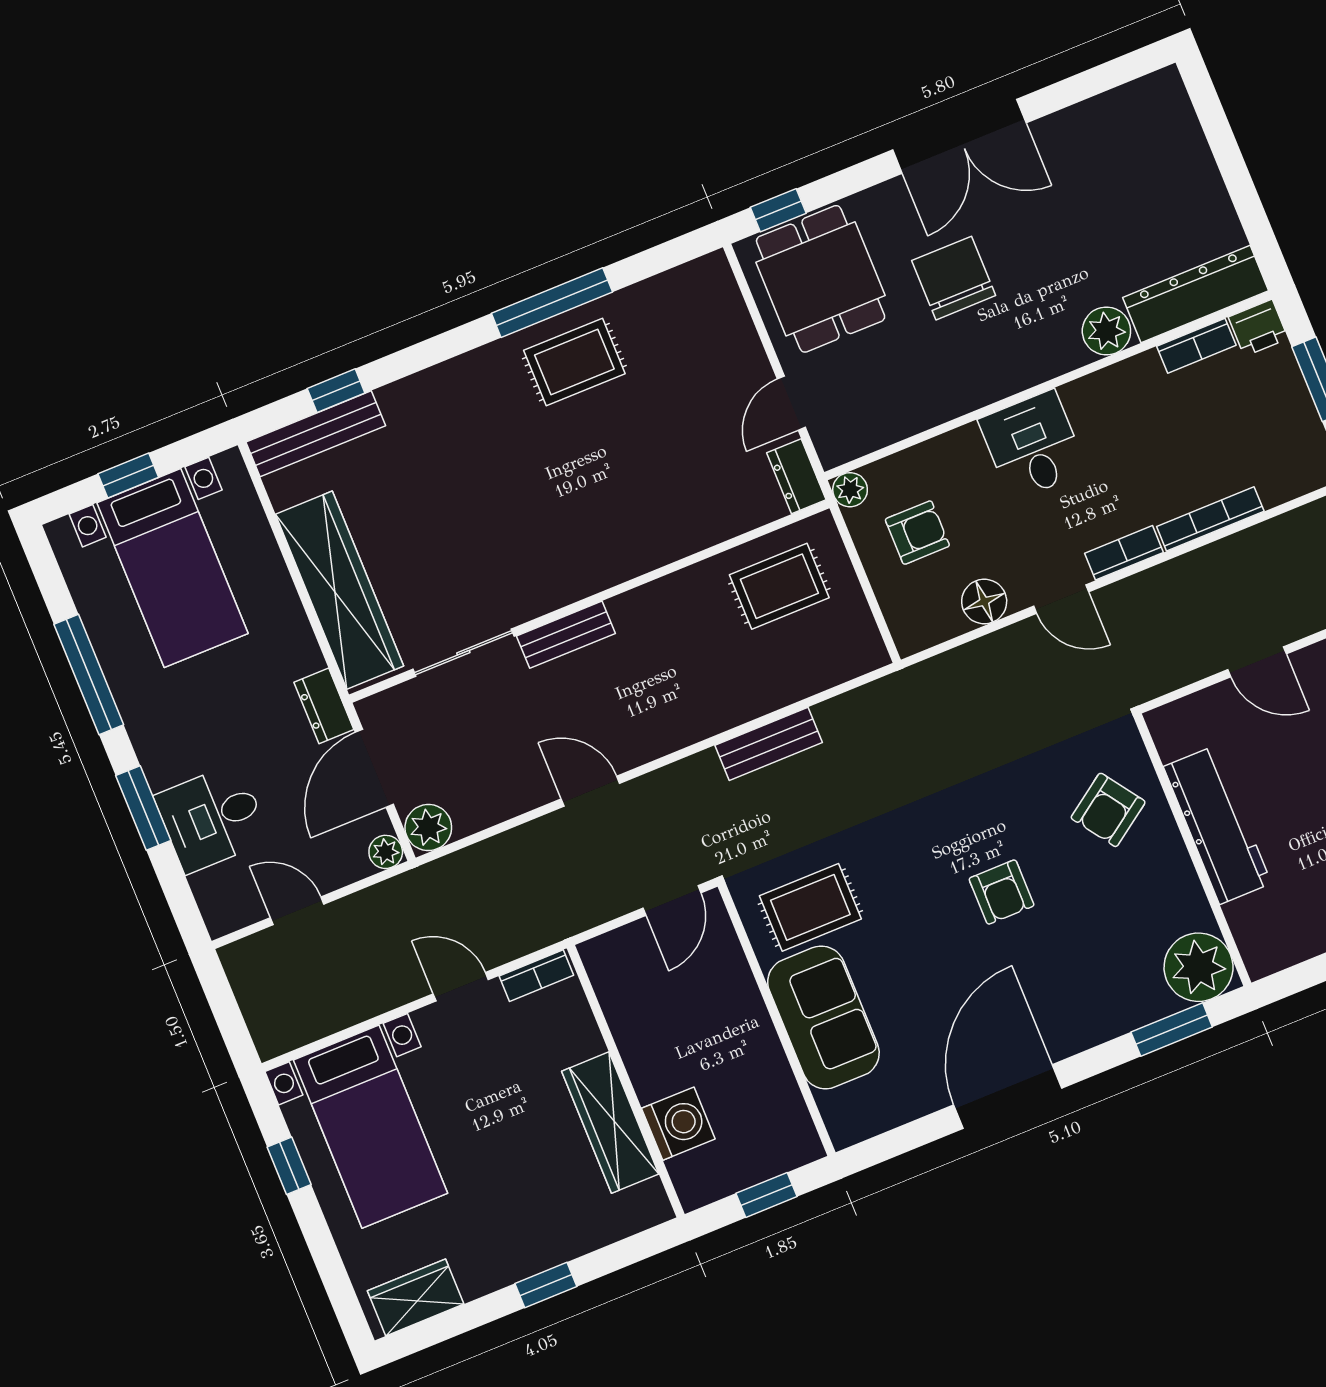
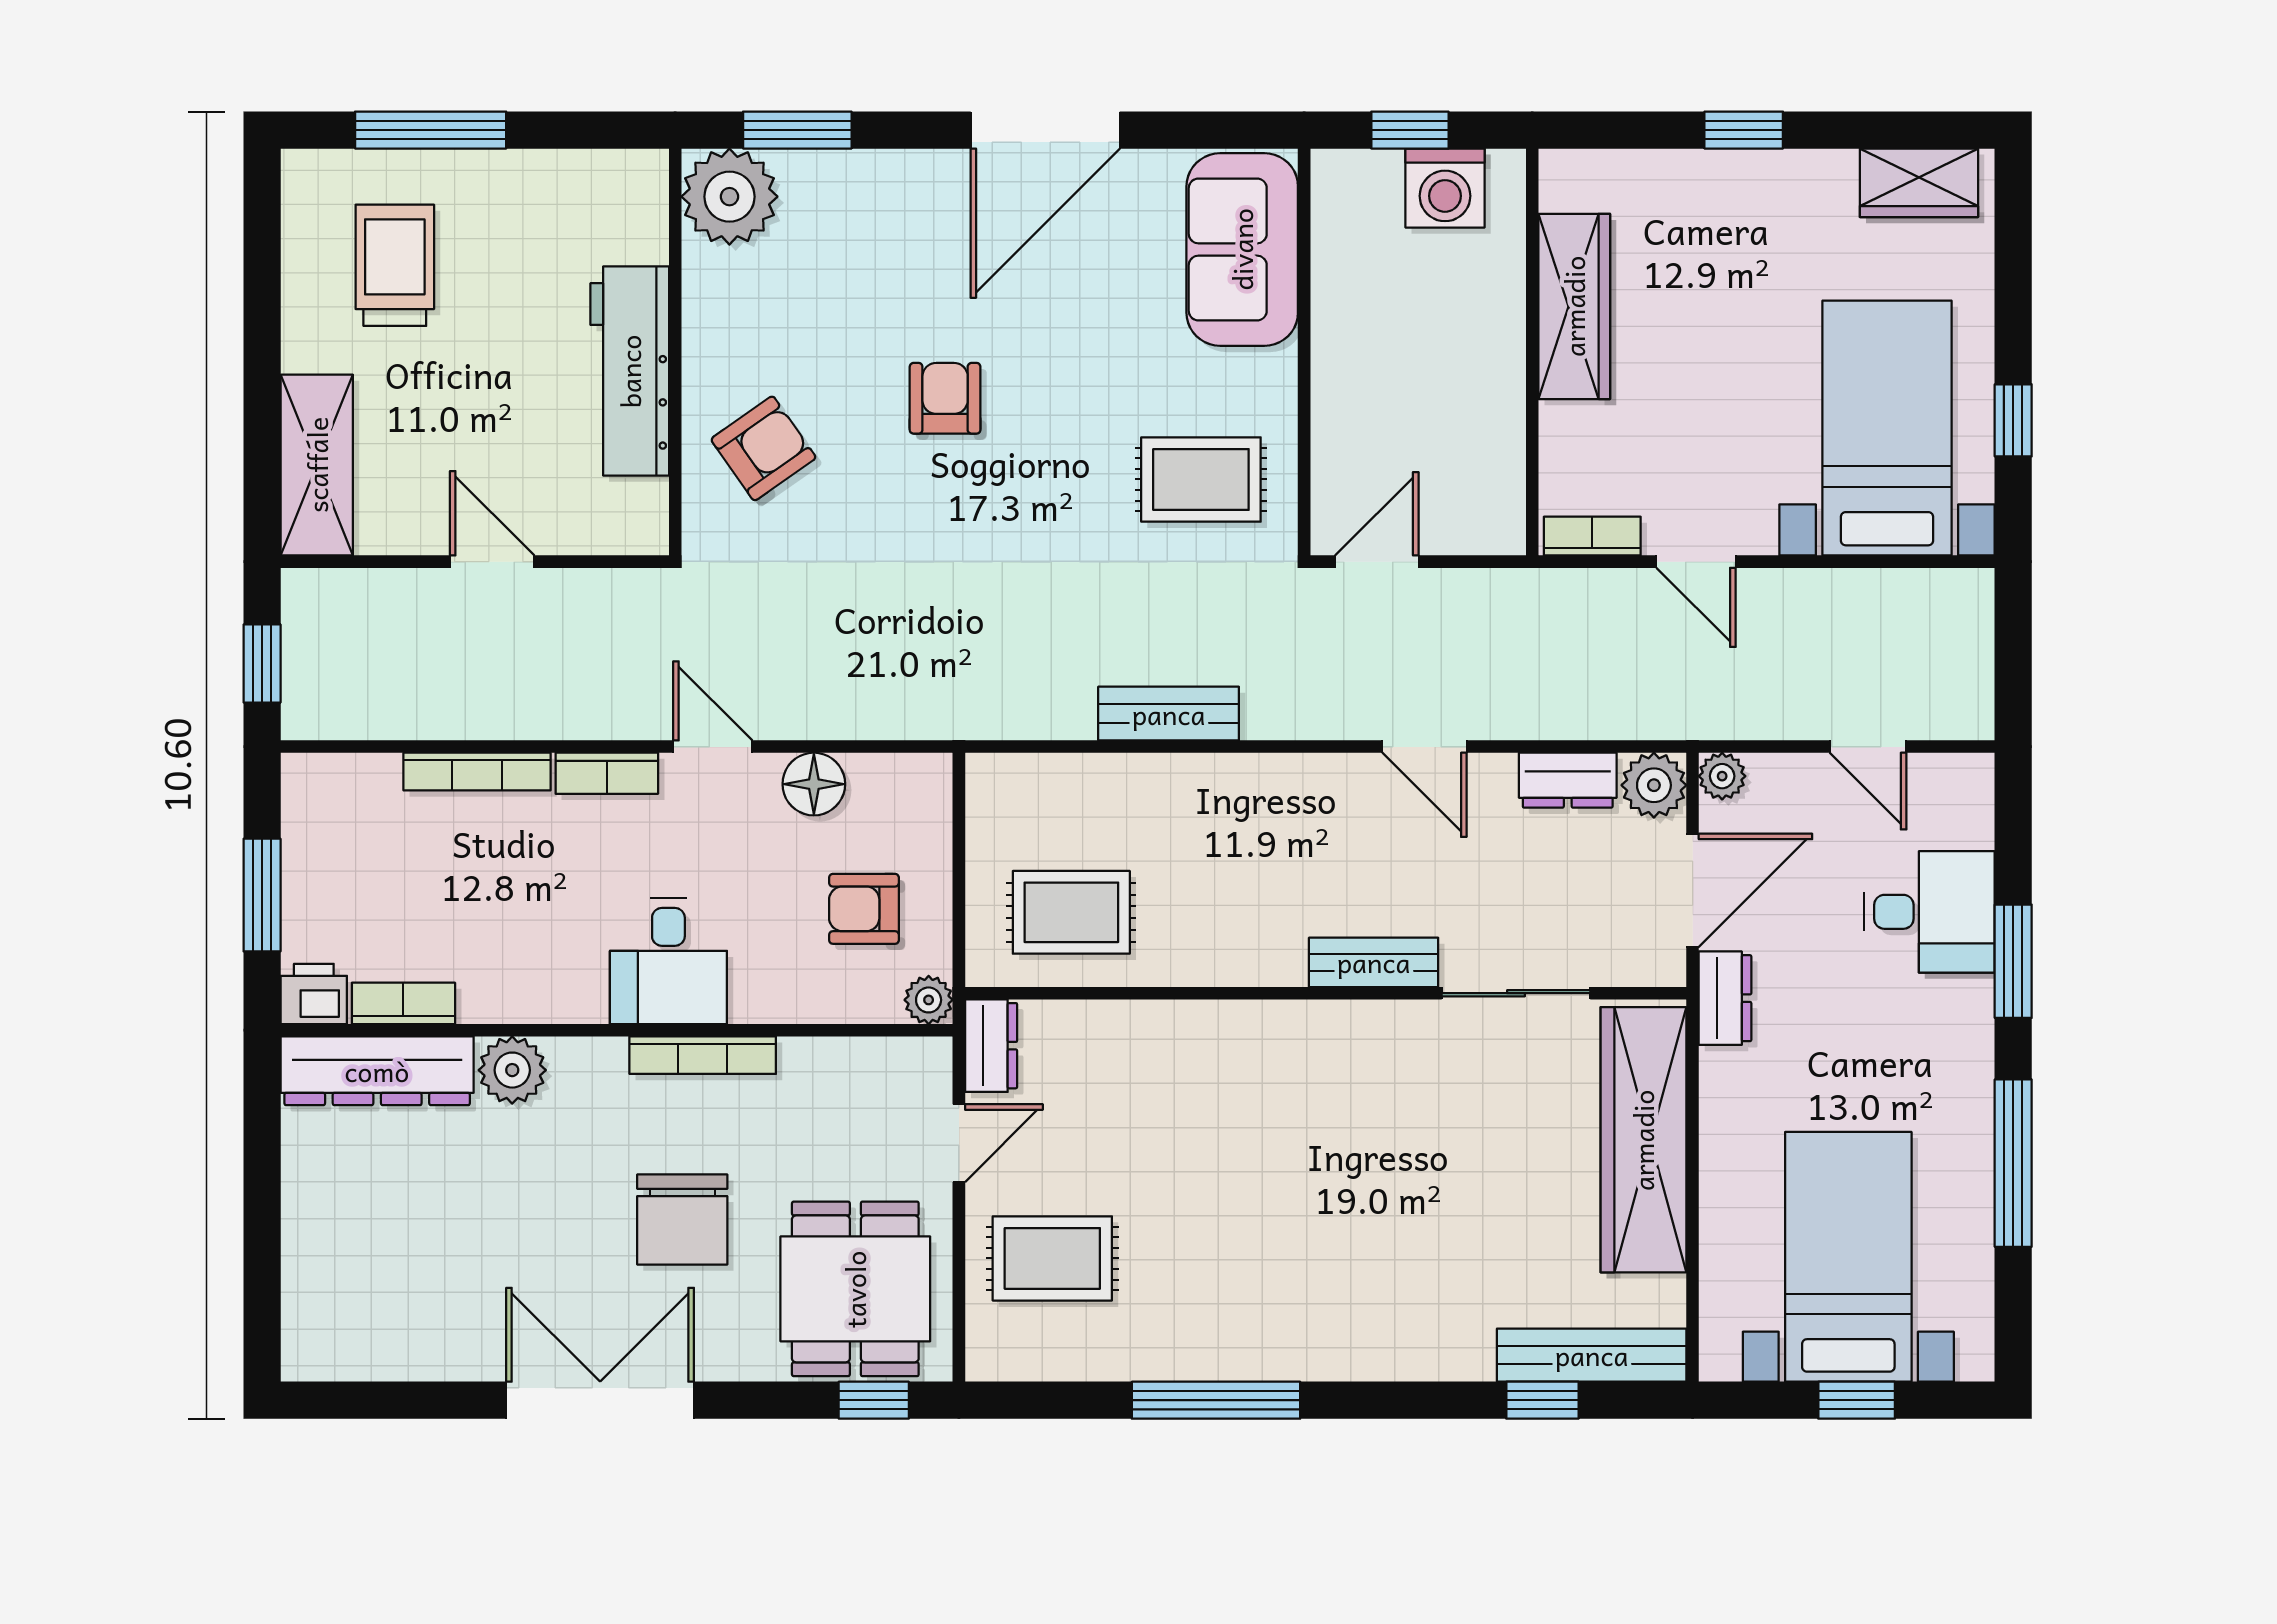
rug: (574, 362) -> (1052, 1258), moved
bookcase: (985, 392) -> (703, 1055), added
dresser: (487, 808) -> (1568, 780), added
sofa: (823, 1017) -> (1242, 249), moved
washing machine: (678, 1124) -> (1445, 188), moved, turned -90

